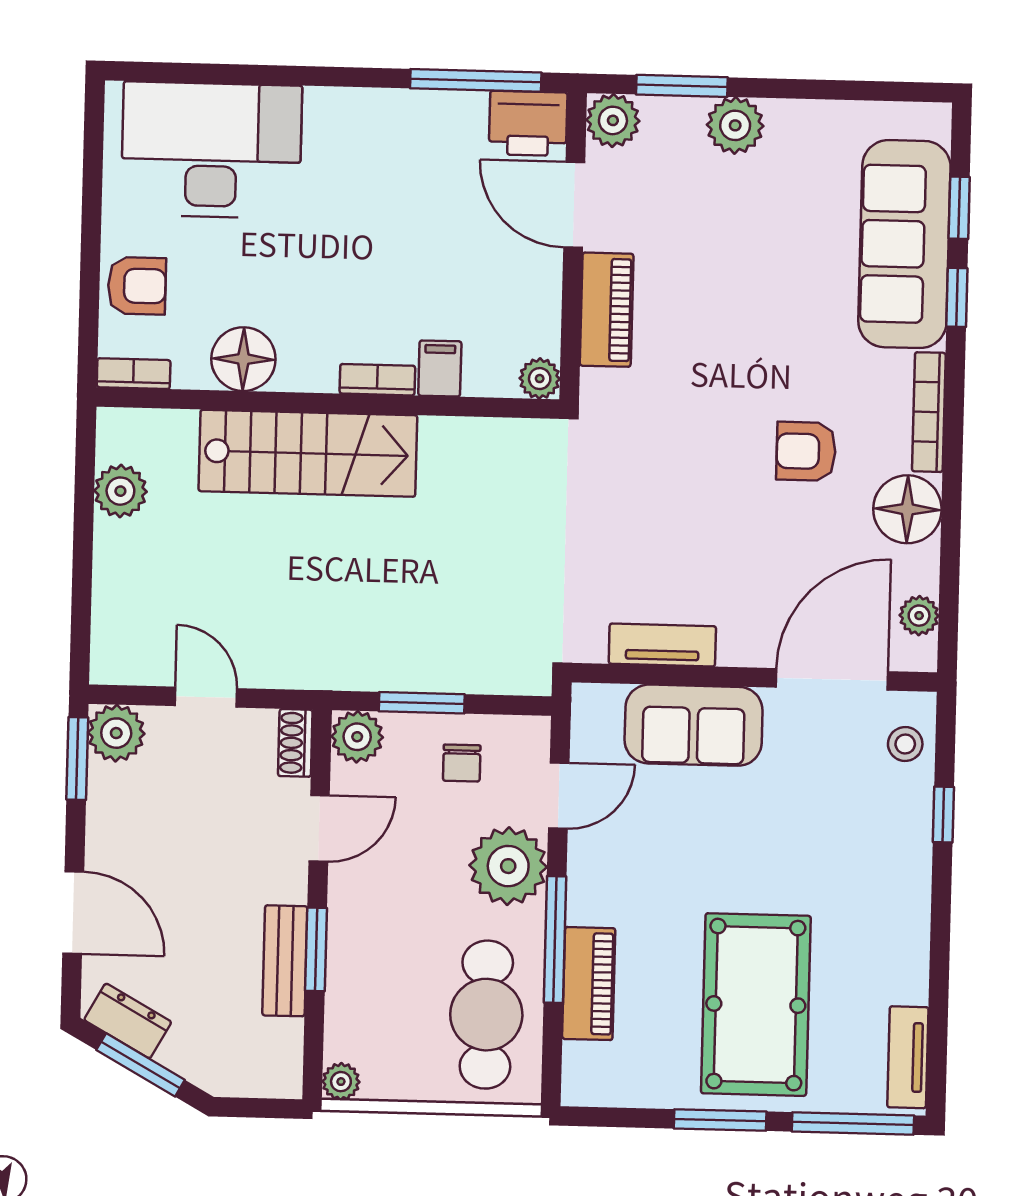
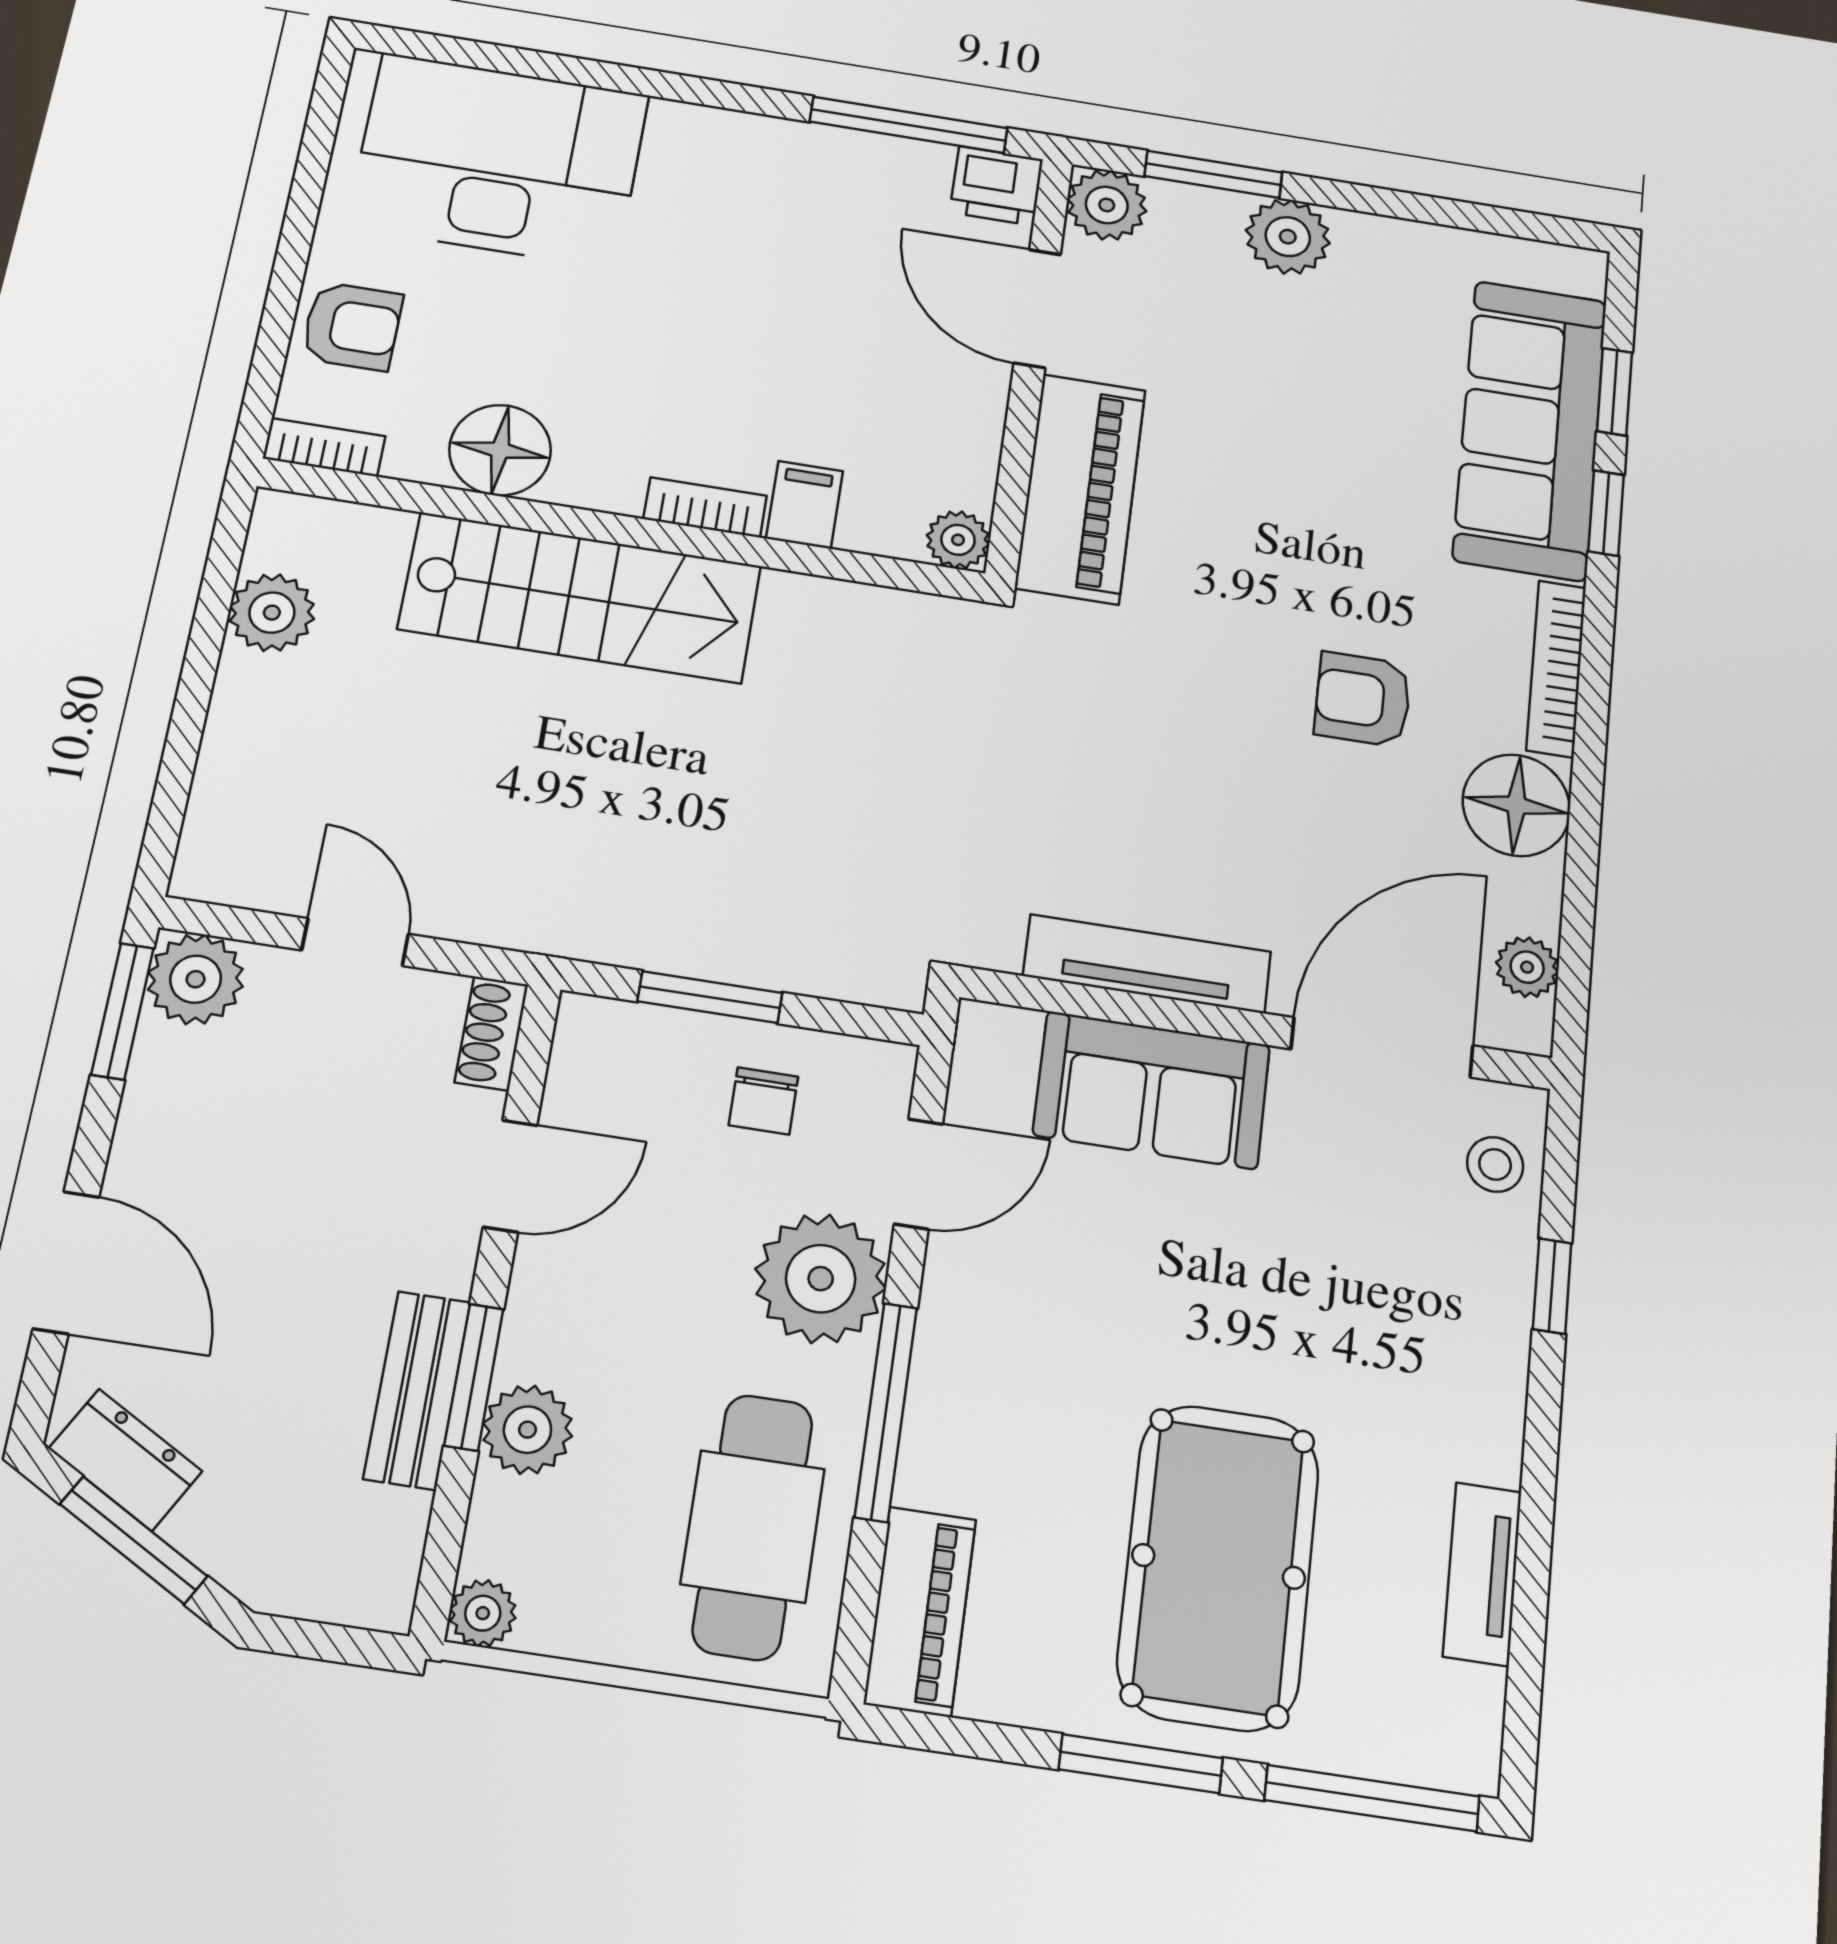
printer: (528, 123) -> (996, 186), width x0.73, depth x0.81
piano: (607, 310) -> (1081, 488), width x1.37, depth x1.33
tv unit: (662, 645) -> (1147, 964), width x1.41
plant: (357, 737) -> (528, 1430), moved
piano: (589, 984) -> (920, 1611), moved
tv unit: (908, 1057) -> (1482, 1574), moved

